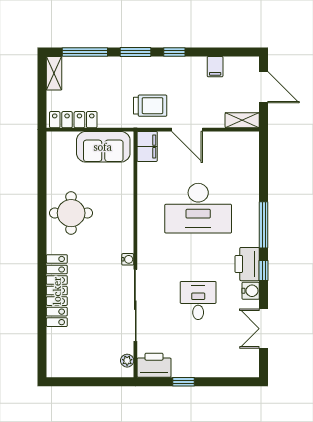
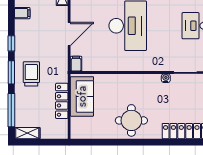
trolley: (150, 106) -> (31, 74), moved
locker: (73, 120) -> (62, 101), moved
filing cabinet: (147, 146) -> (76, 64), width x0.50

